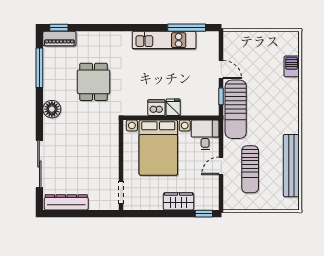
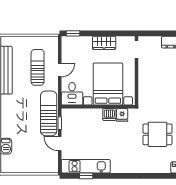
window: (187, 28) -> (86, 176), width x0.46
kitchen unit: (164, 40) -> (86, 166), moved
dining table: (94, 82) -> (157, 134), turned 90
fridge: (173, 107) -> (122, 115), moved
wardrobe: (179, 201) -> (104, 43), moved

